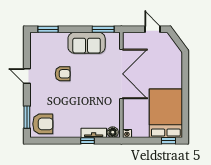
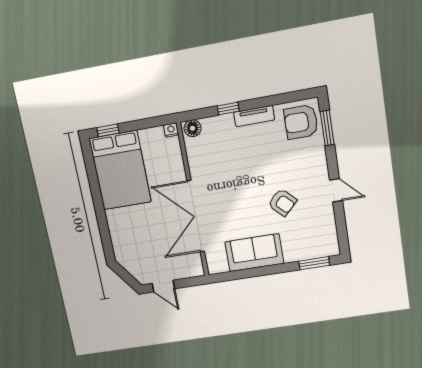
window: (103, 29) -> (234, 275), removed
armchair: (63, 74) -> (282, 202), turned -135
tv unit: (94, 133) -> (254, 116), moved

